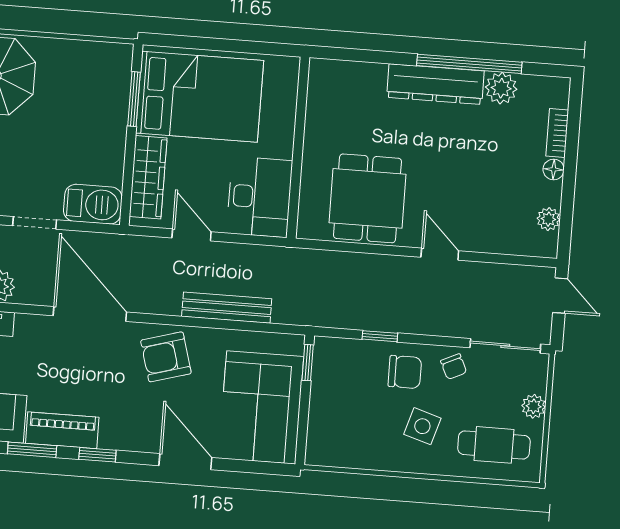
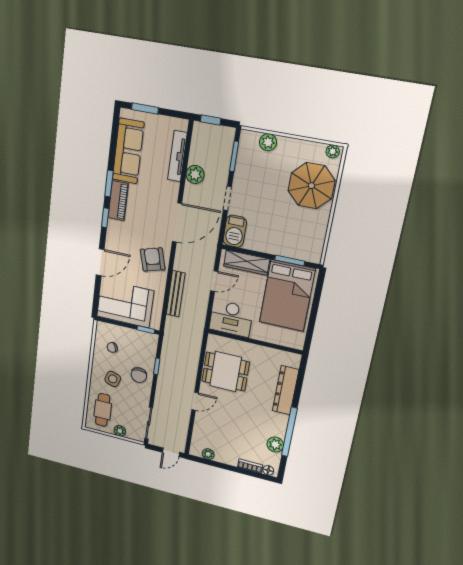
dresser: (435, 84) -> (286, 390), moved
floor lamp: (554, 169) -> (268, 470), moved
chair: (454, 367) -> (112, 347), moved

